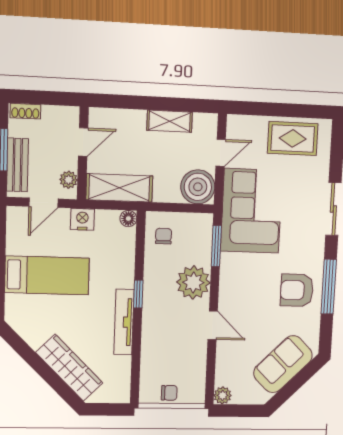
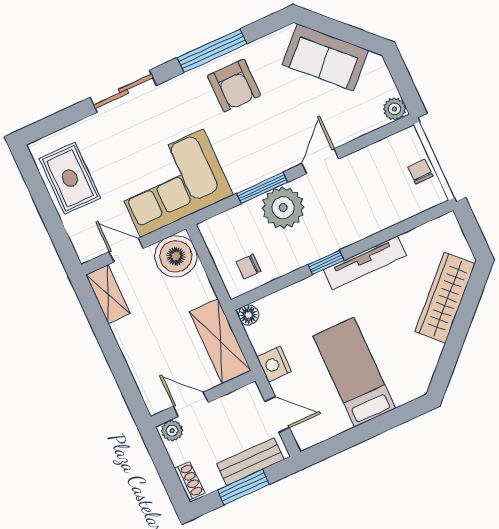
shelving: (170, 121) -> (108, 294), moved
plant: (69, 180) -> (172, 431), moved
window: (216, 246) -> (262, 188), moved

